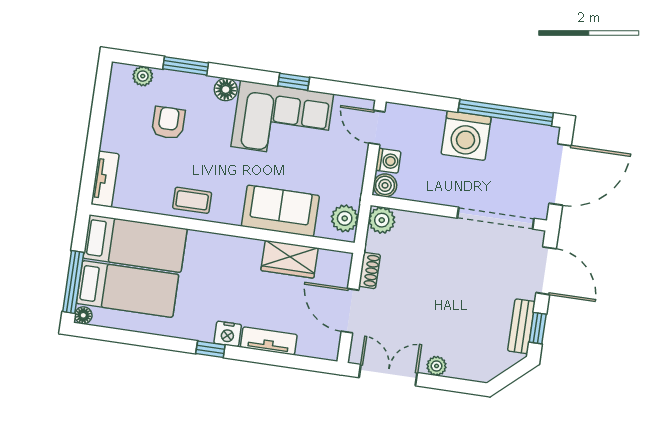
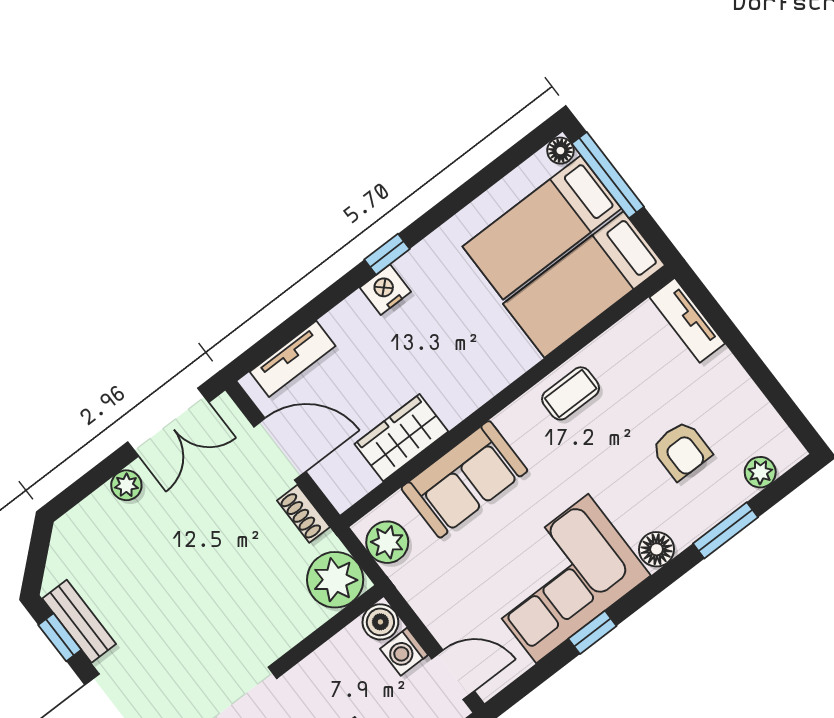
plant: (382, 220) -> (335, 580), width x1.36, depth x1.36
tv unit: (269, 341) -> (293, 359), moved

